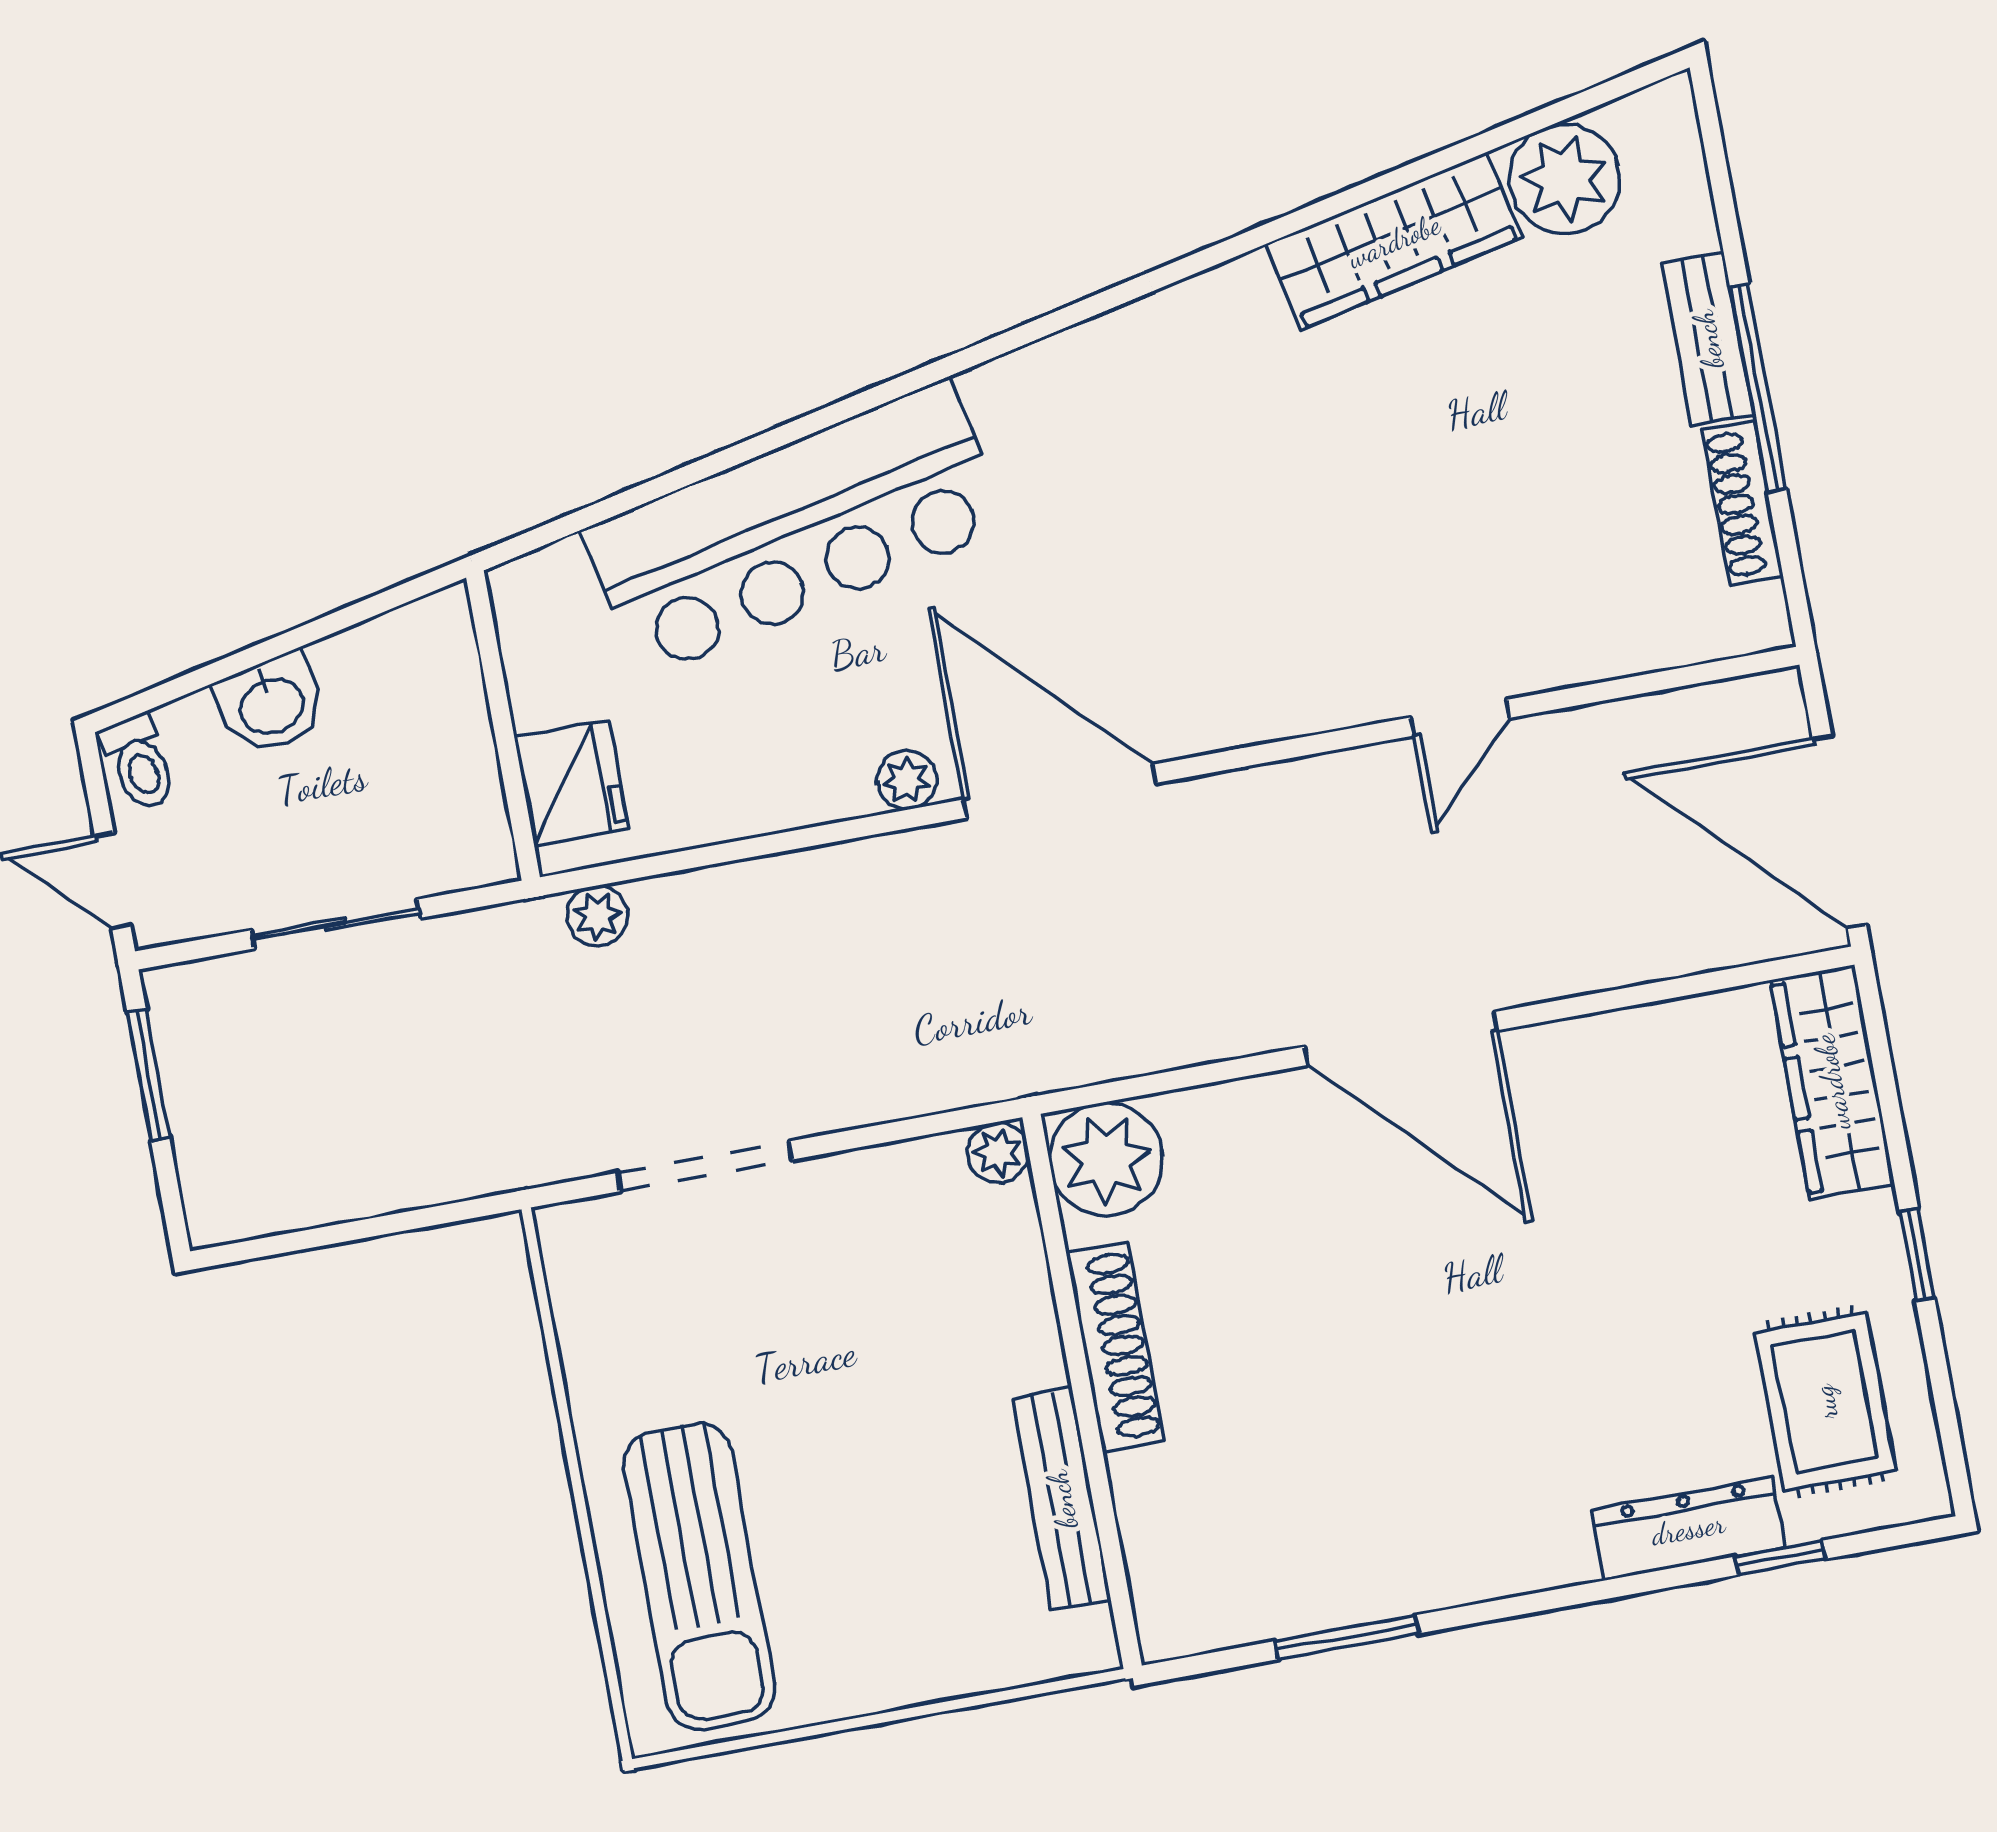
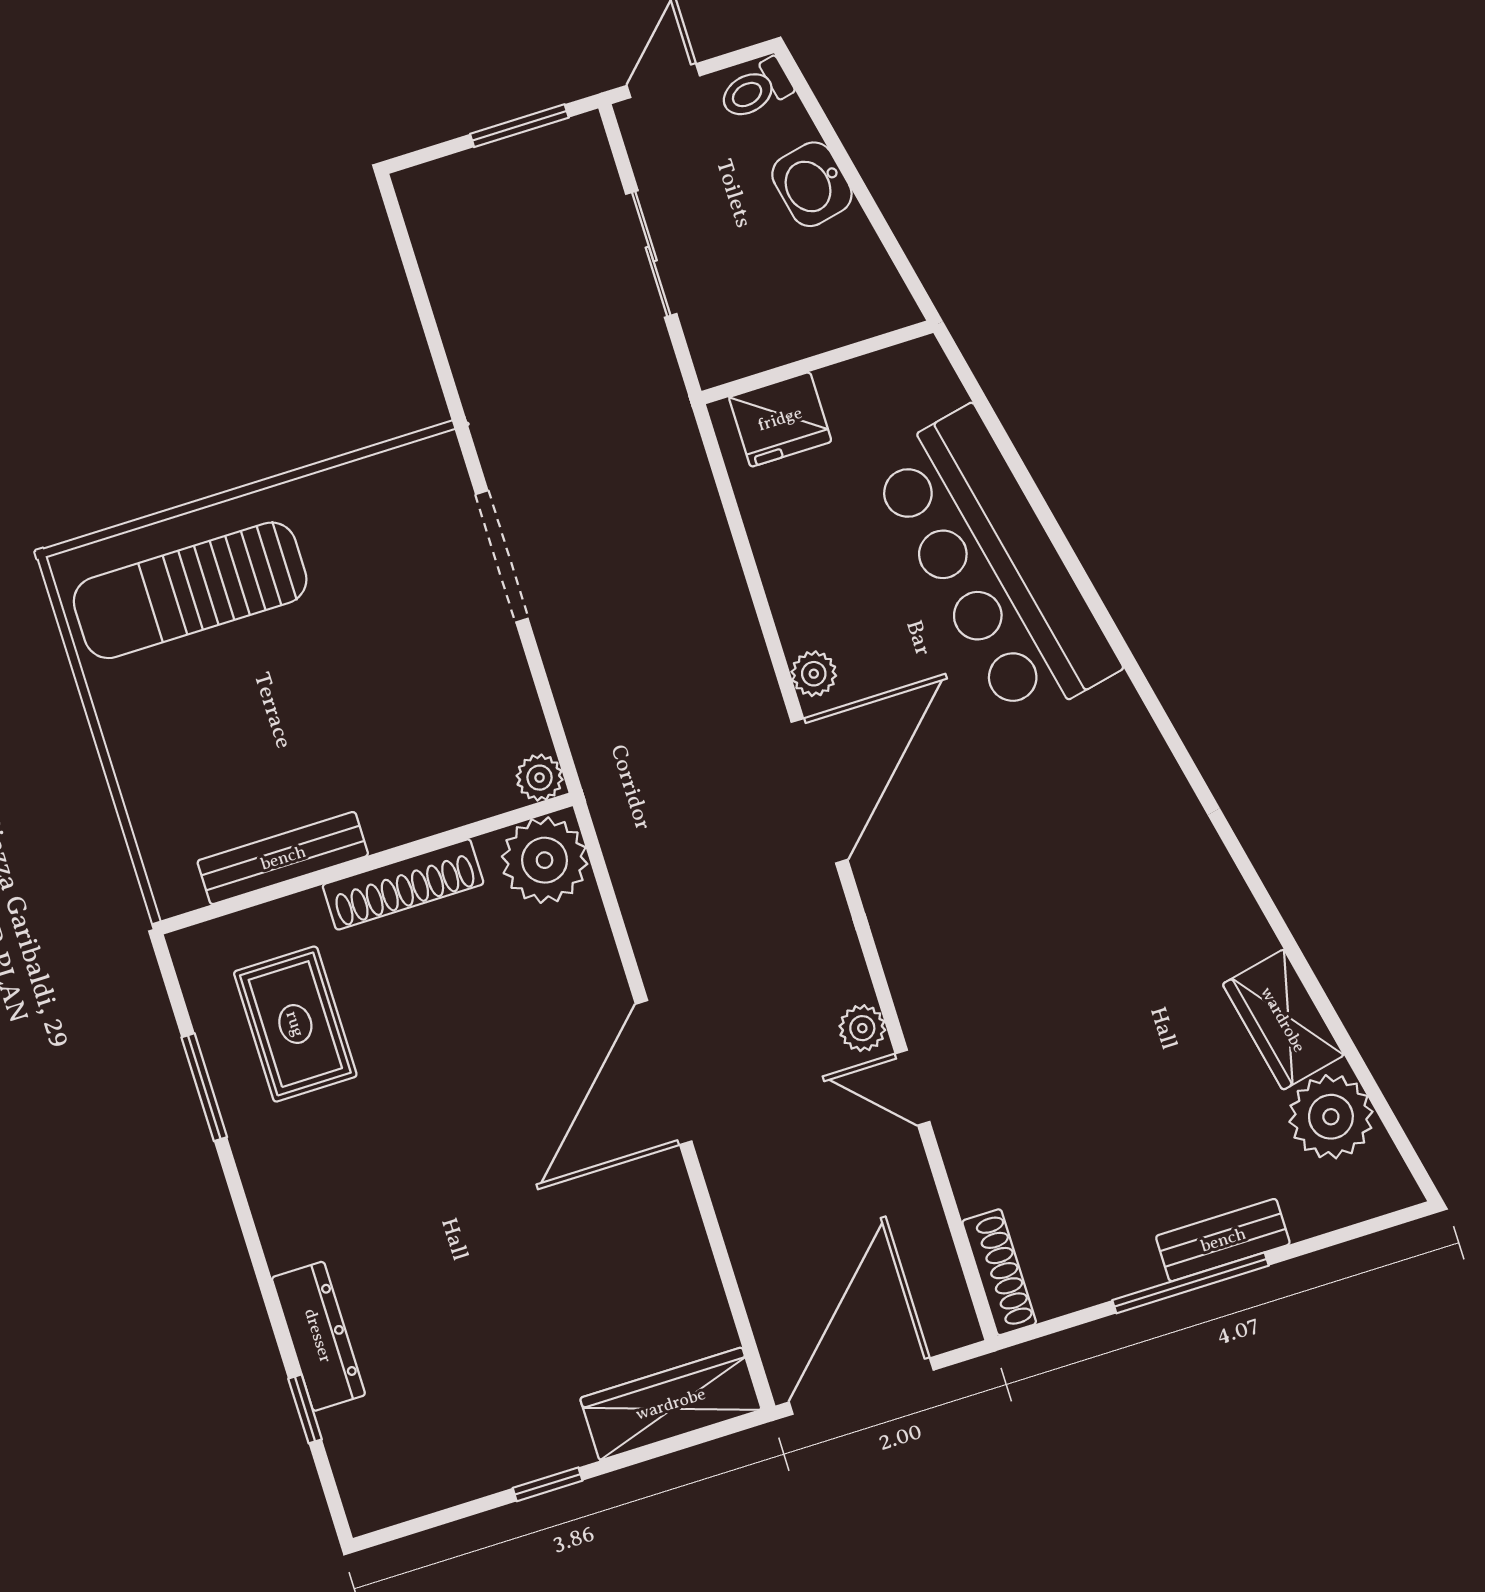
wardrobe: (1394, 241) -> (1283, 1020), width x0.67
shoe rack: (1742, 503) -> (999, 1272), moved, turned 90
plant: (597, 916) -> (862, 1028), moved
rug: (1825, 1402) -> (295, 1024), moved, turned 90

